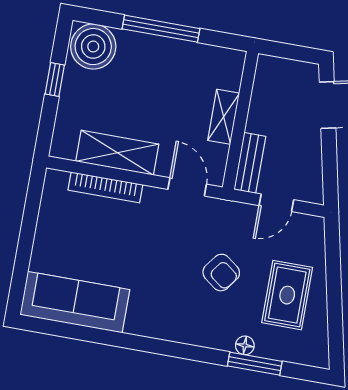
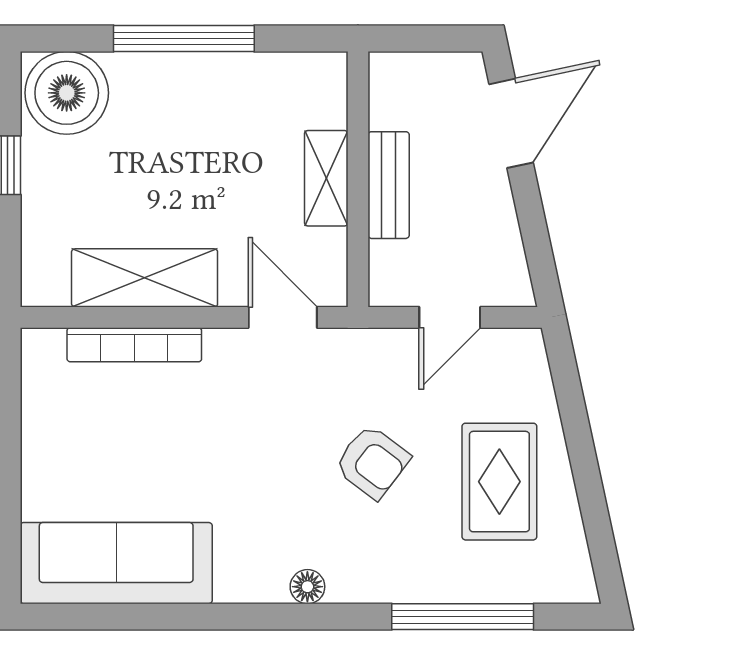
bench: (250, 163) -> (389, 185), moved
floor lamp: (245, 345) -> (307, 587), moved
window: (255, 364) -> (463, 617), width x1.44

